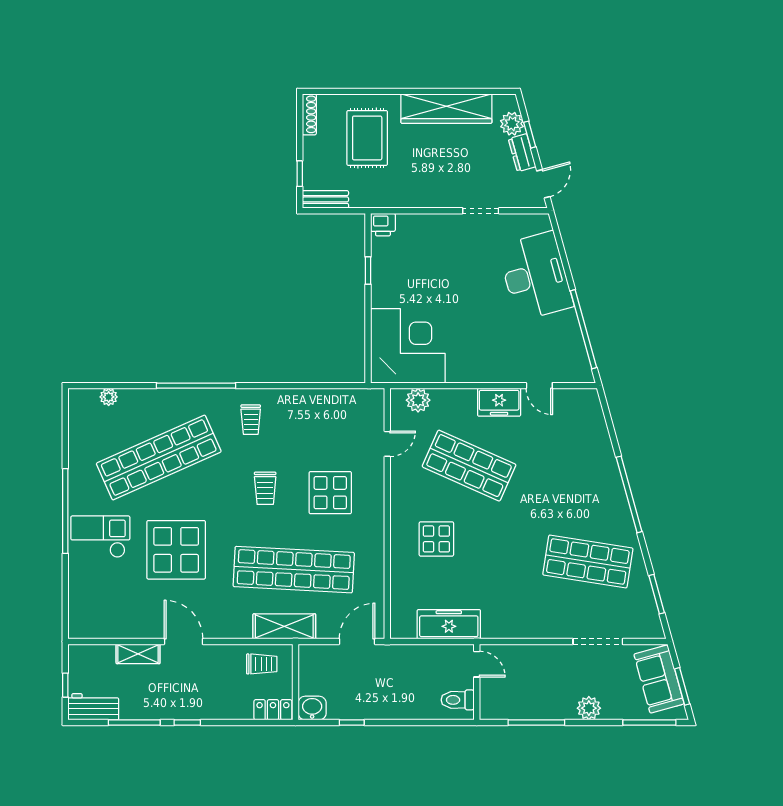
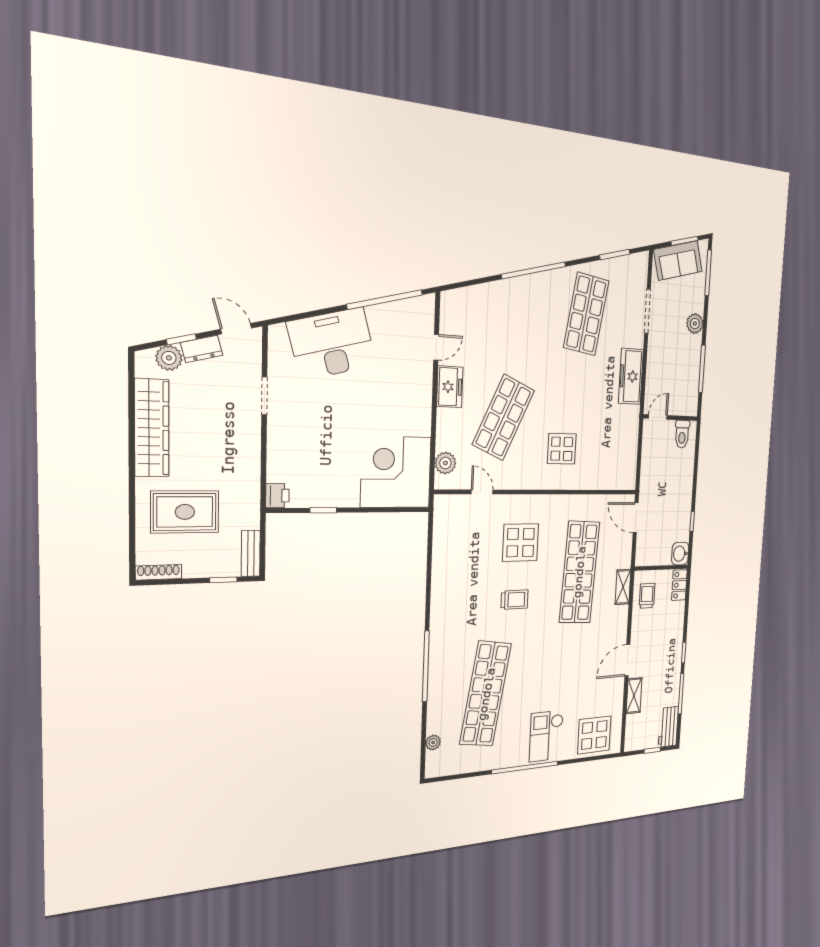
trolley: (251, 420) -> (457, 615), removed
shop shelf: (159, 458) -> (486, 694), turned 33
display table: (176, 550) -> (594, 735), moved, width x0.73, depth x0.73
freezer: (449, 624) -> (631, 376), moved
shelving: (284, 626) -> (623, 587), width x0.67, depth x0.75

